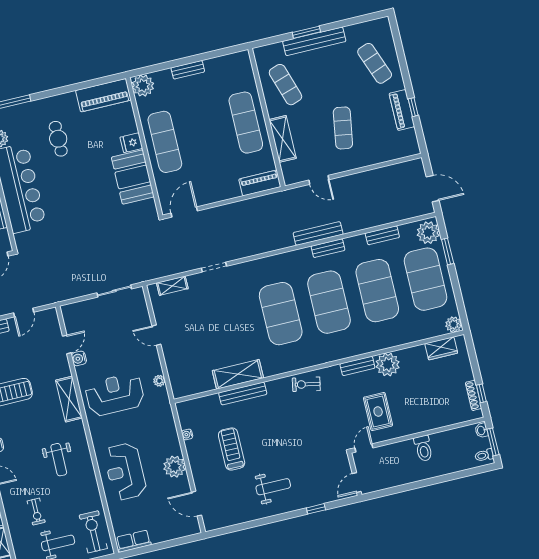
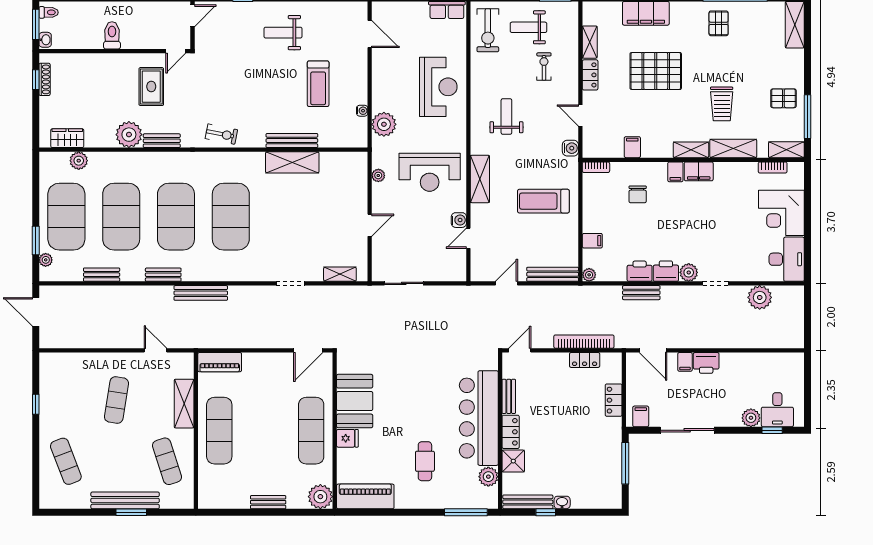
piano: (402, 110) -> (49, 404), removed
plant: (428, 233) -> (46, 260), width x0.53, depth x0.53
bench: (318, 234) -> (201, 293), moved
plant: (454, 325) -> (79, 161), moved
door: (156, 335) -> (370, 225), hinge flipped
plant: (174, 467) -> (384, 124), moved

